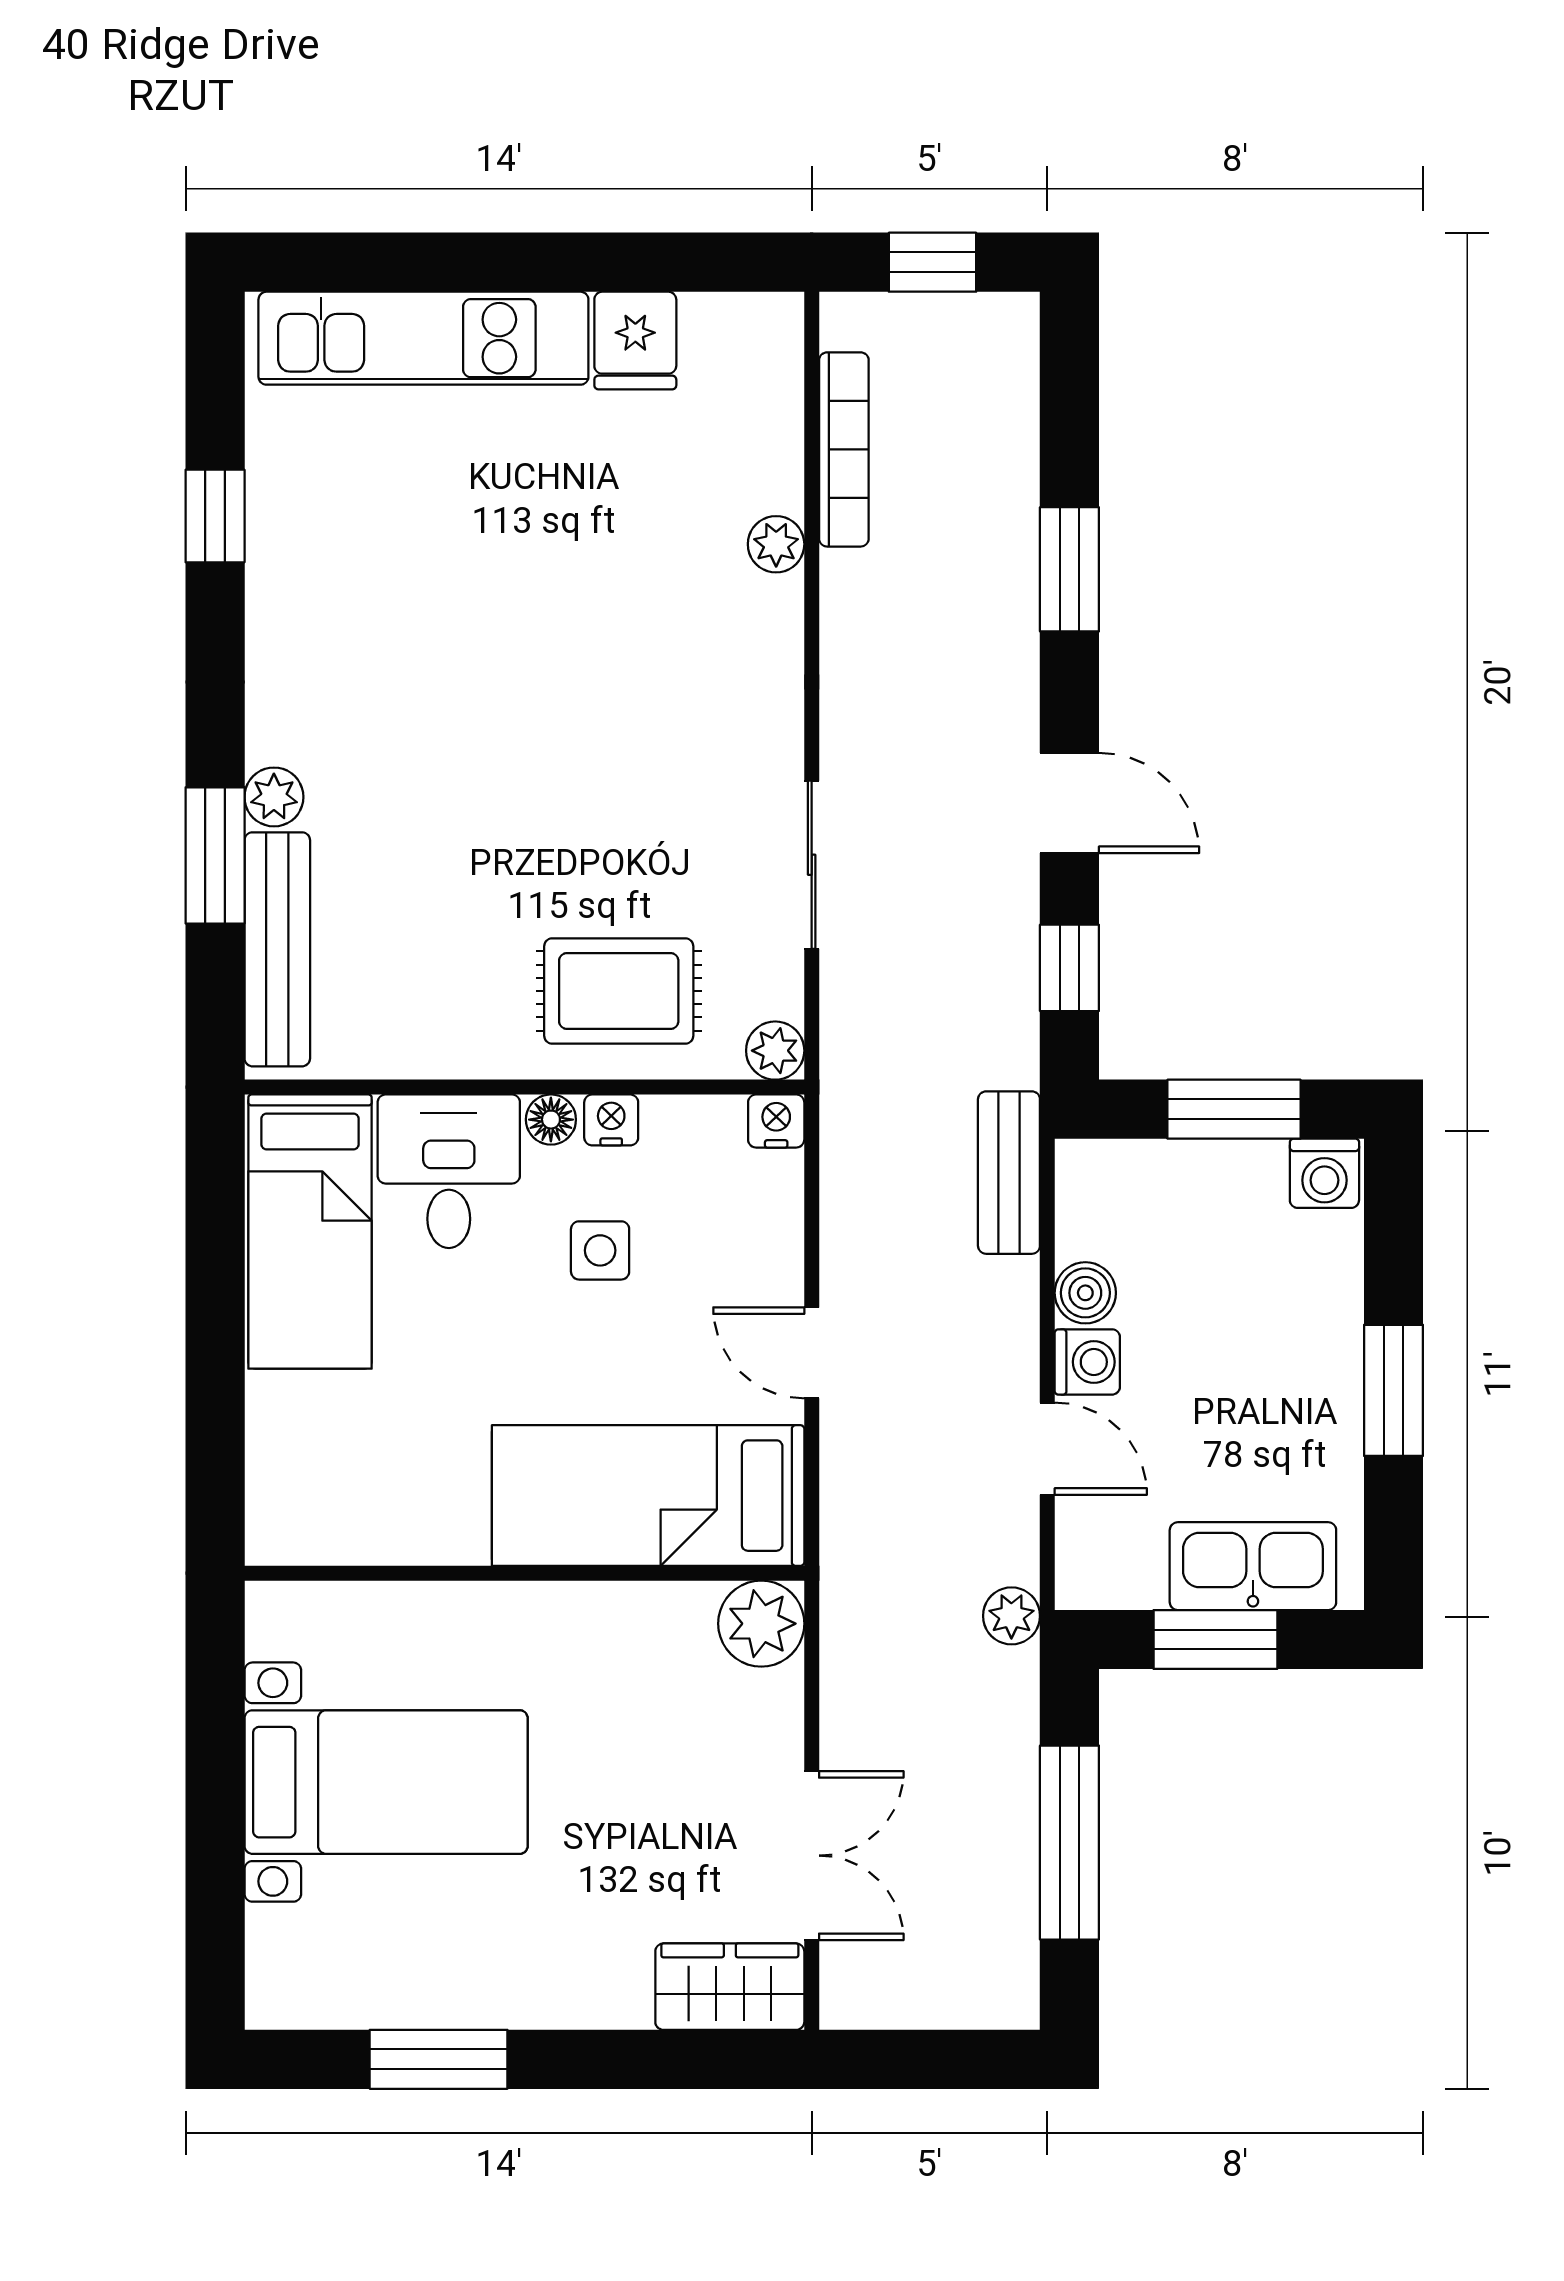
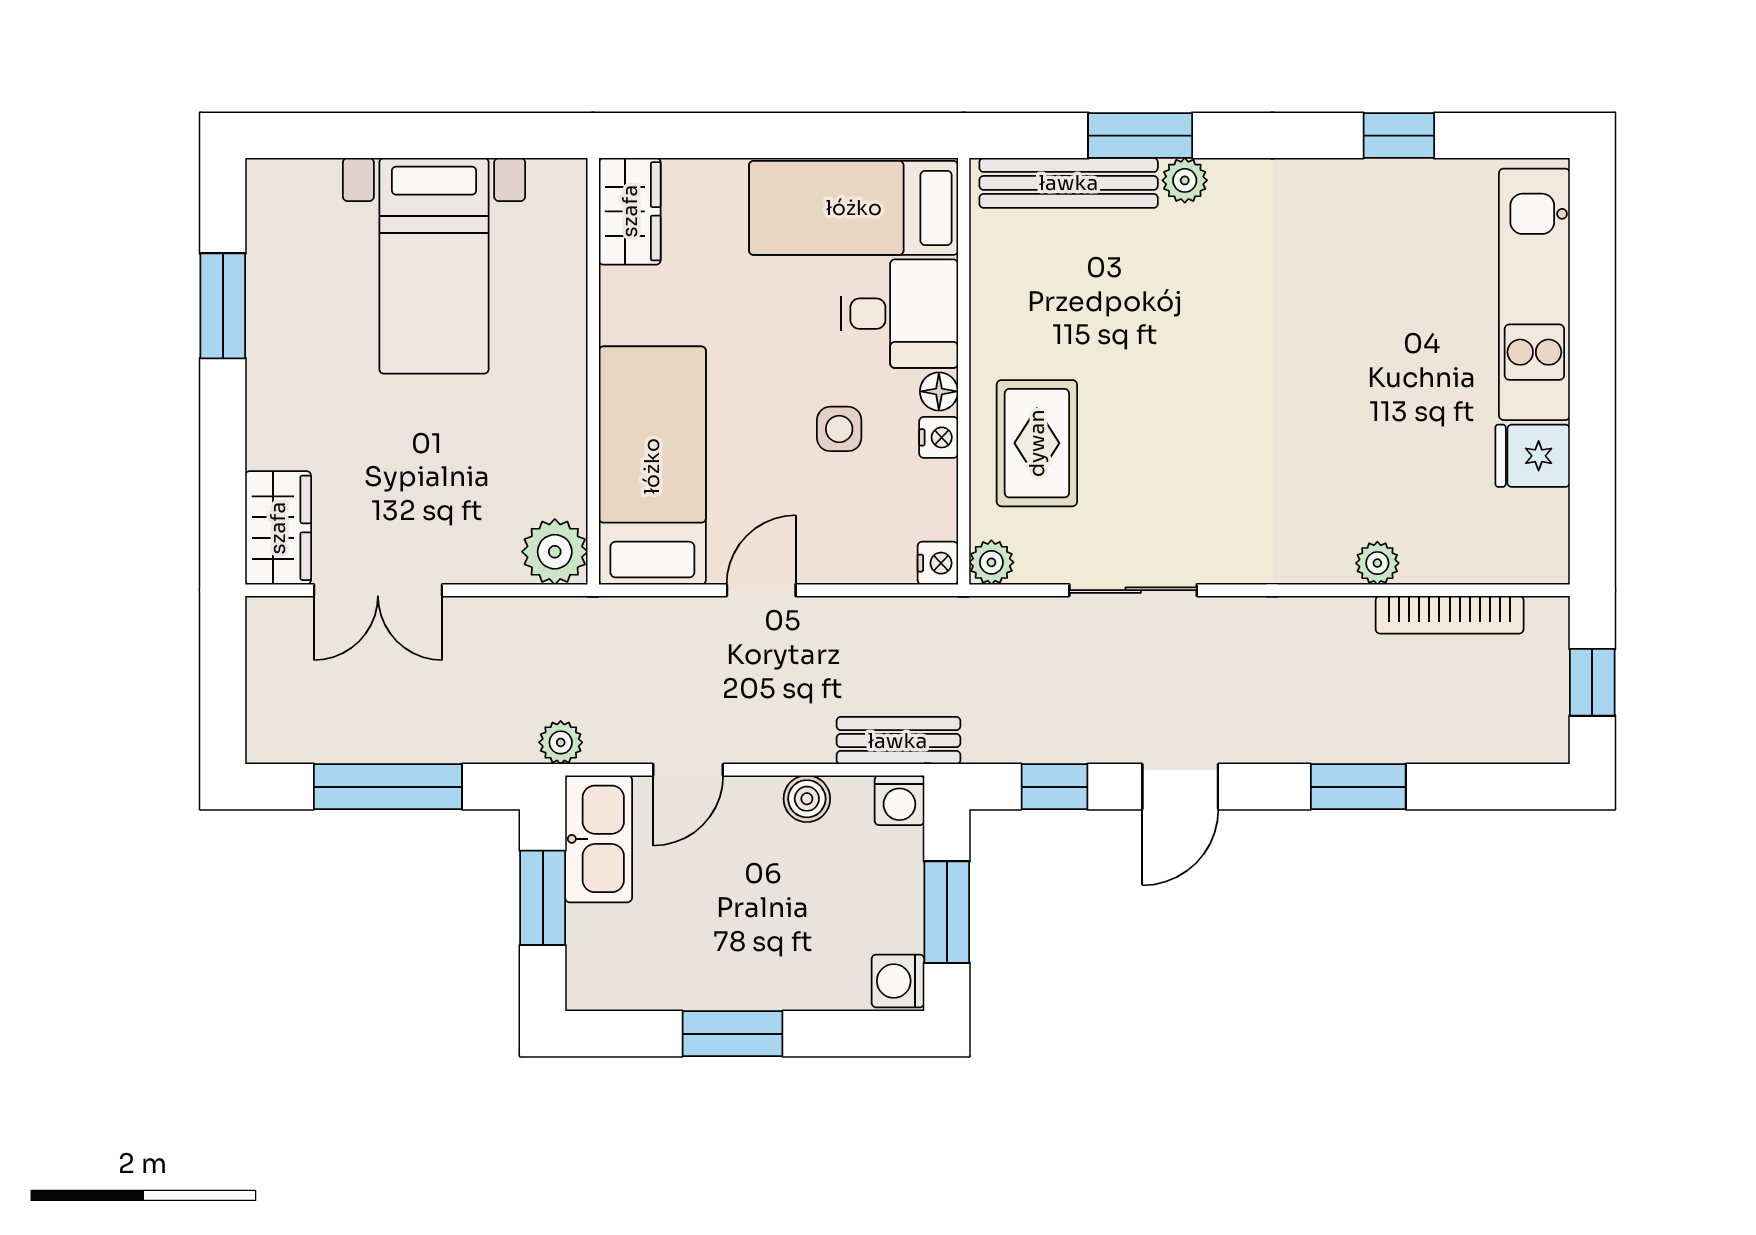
washing machine: (1087, 1362) -> (899, 800), moved
wardrobe: (315, 1525) -> (630, 211), added
kitchen sink: (1253, 1566) -> (599, 839), moved

